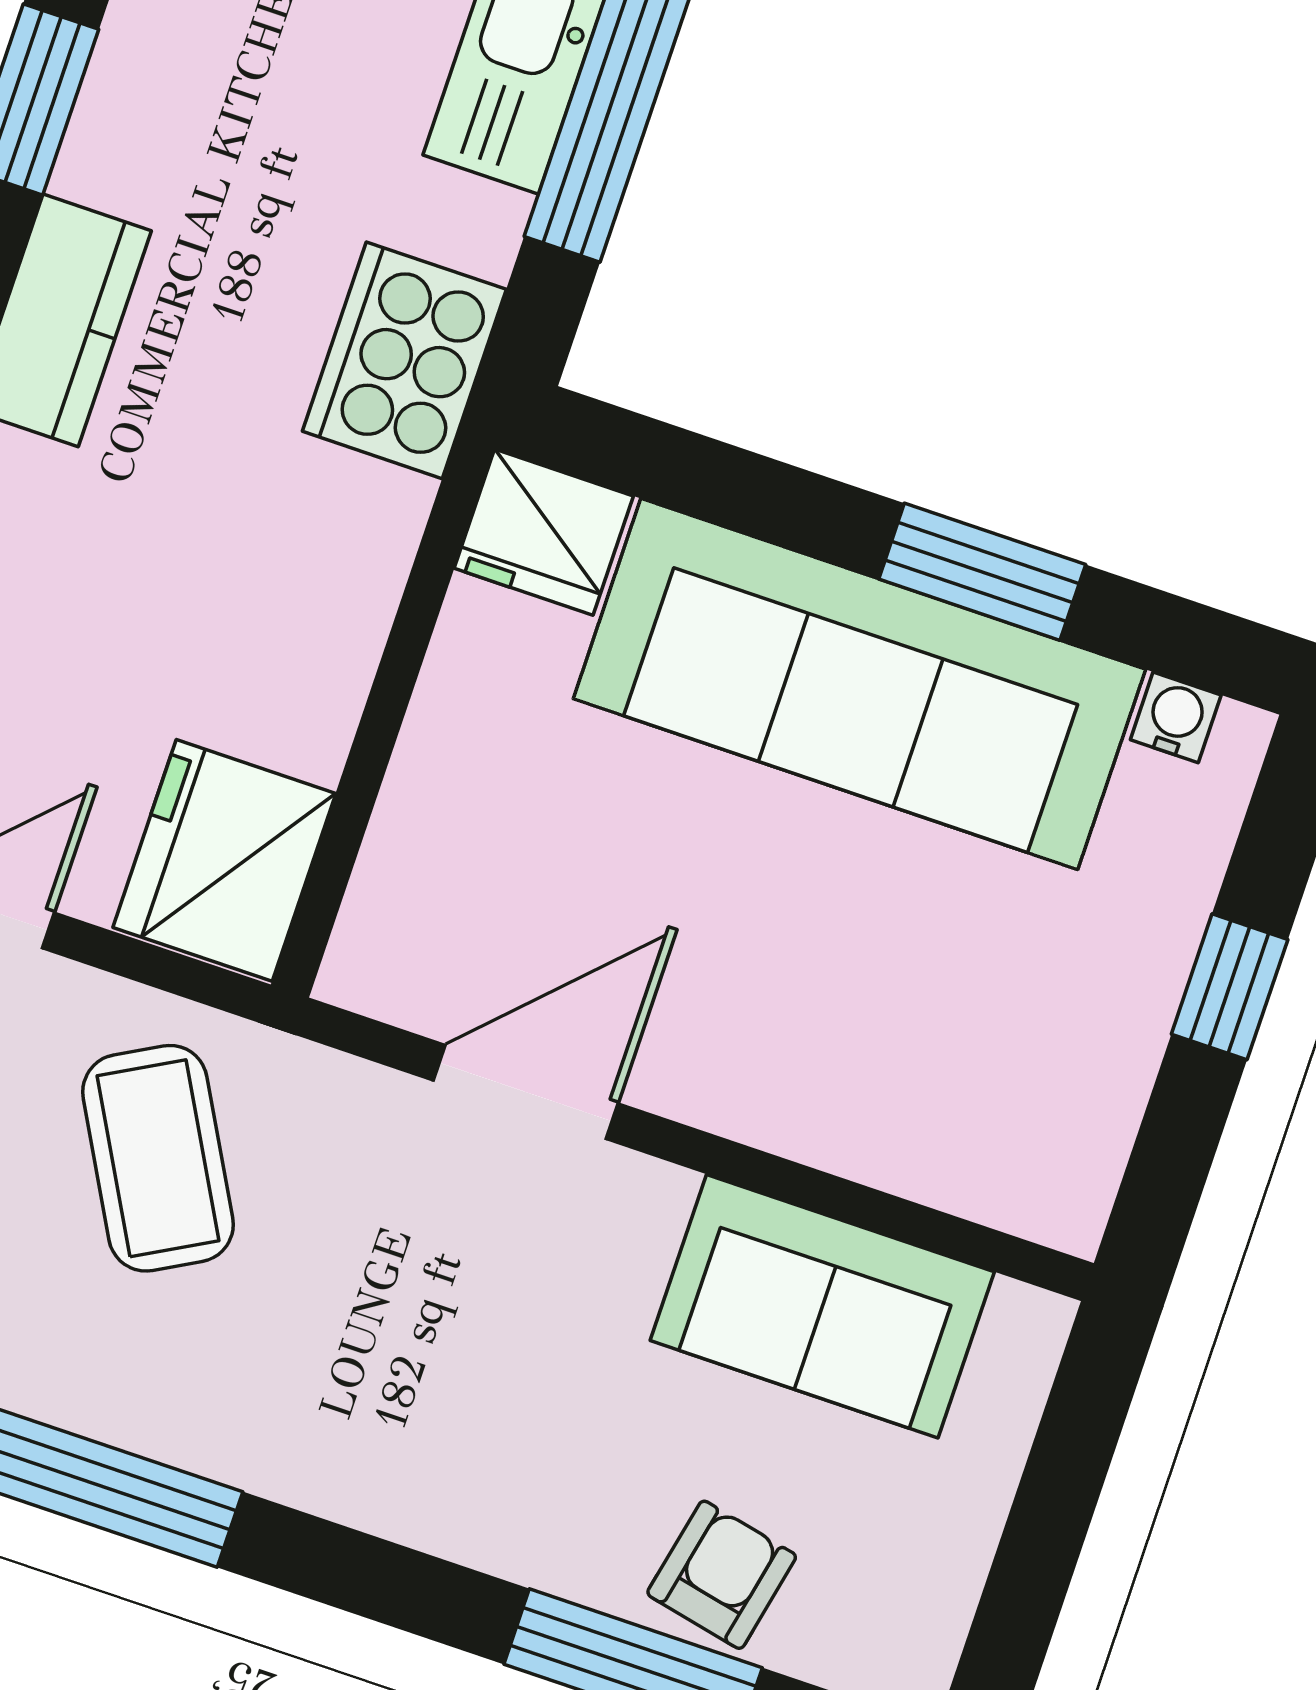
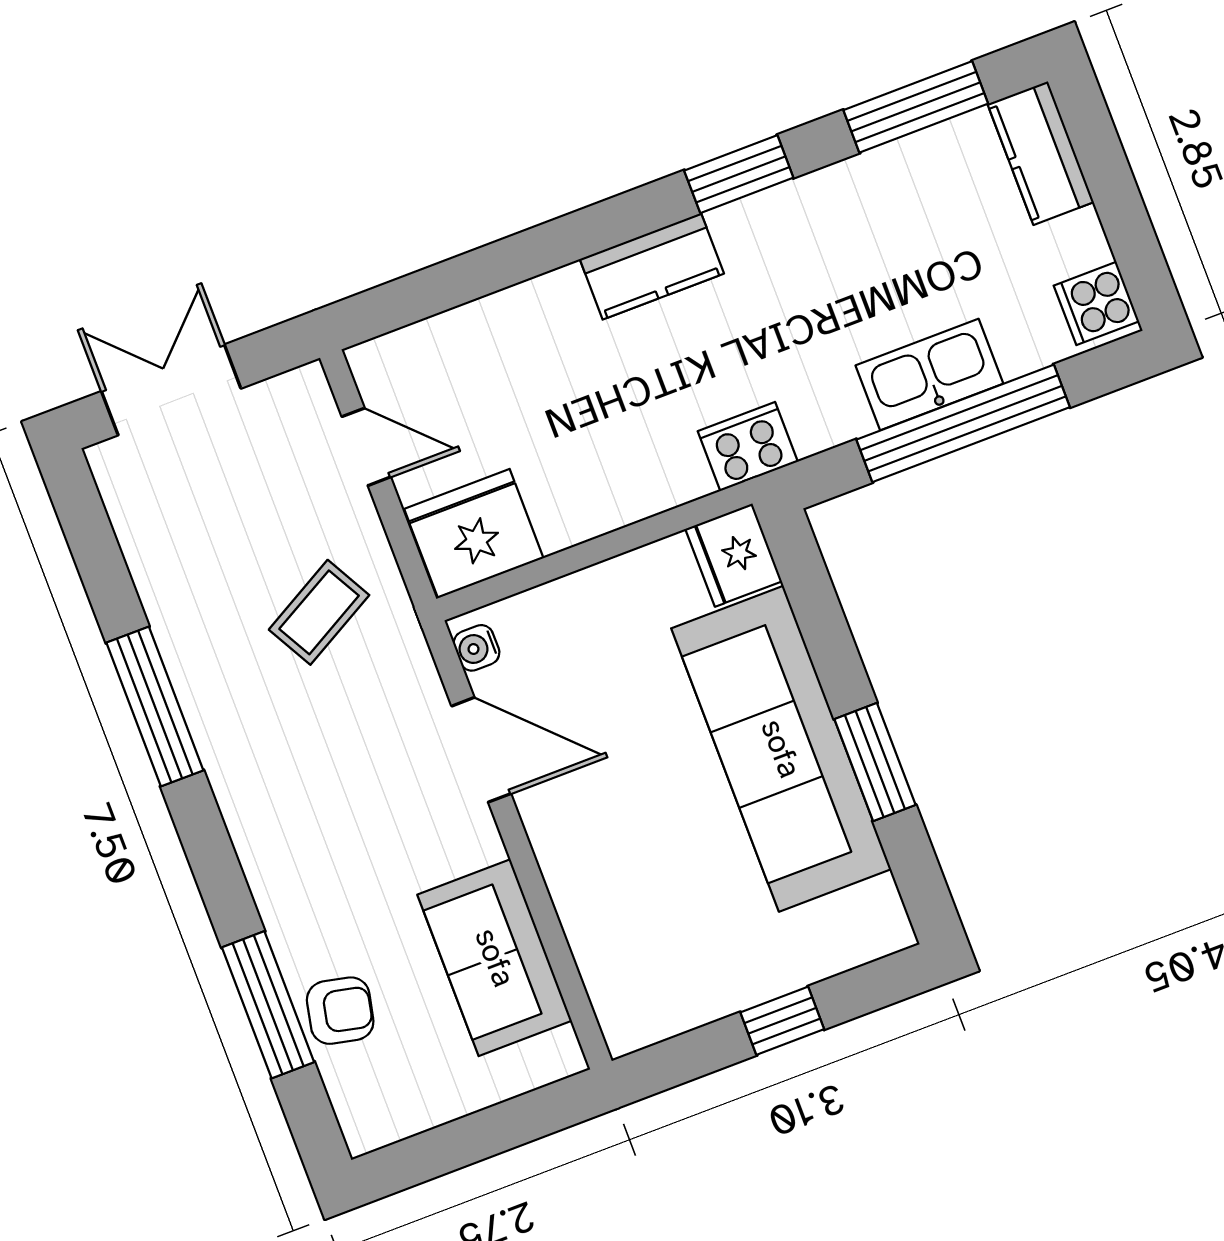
cooker: (404, 360) -> (748, 446), width x0.73, depth x0.76
water cooler: (1176, 717) -> (477, 648), moved, turned 180
coffee table: (158, 1158) -> (319, 612), width x0.73, depth x0.77

